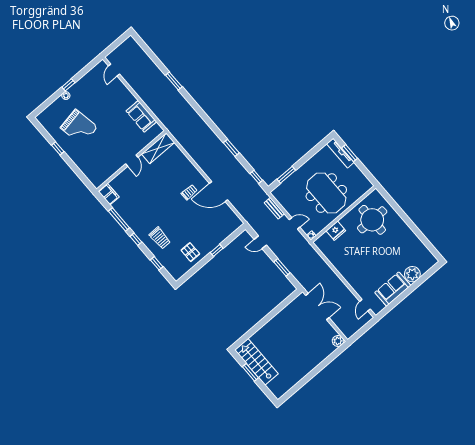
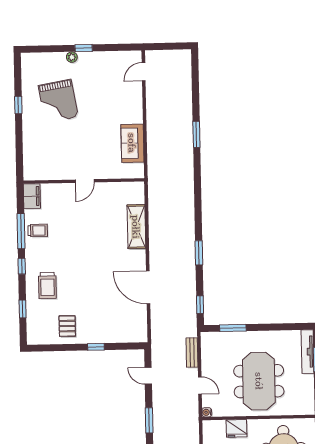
shelving: (158, 148) -> (136, 227), moved, turned 90
trolley: (189, 192) -> (38, 230), moved

